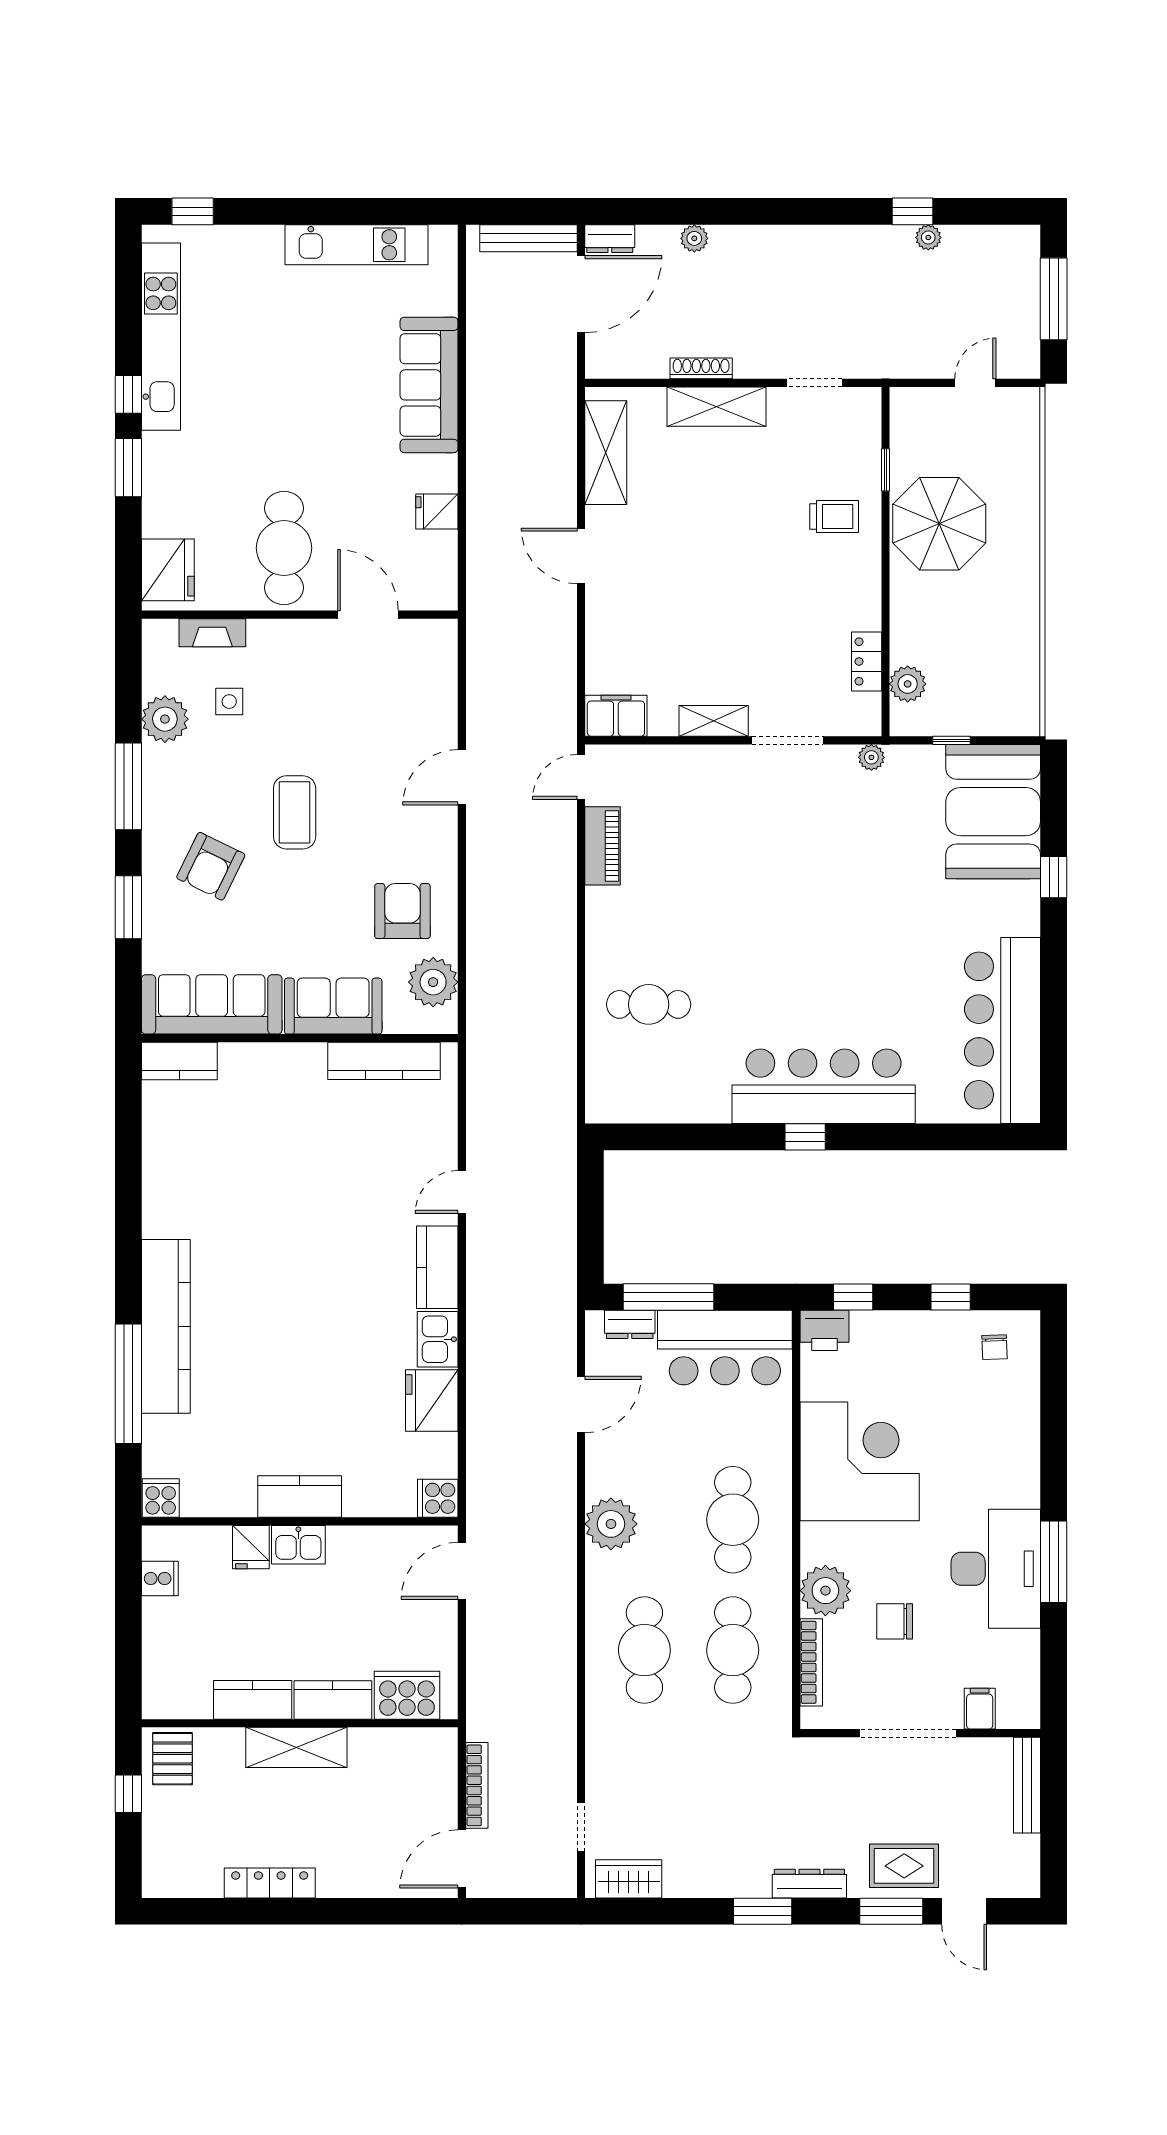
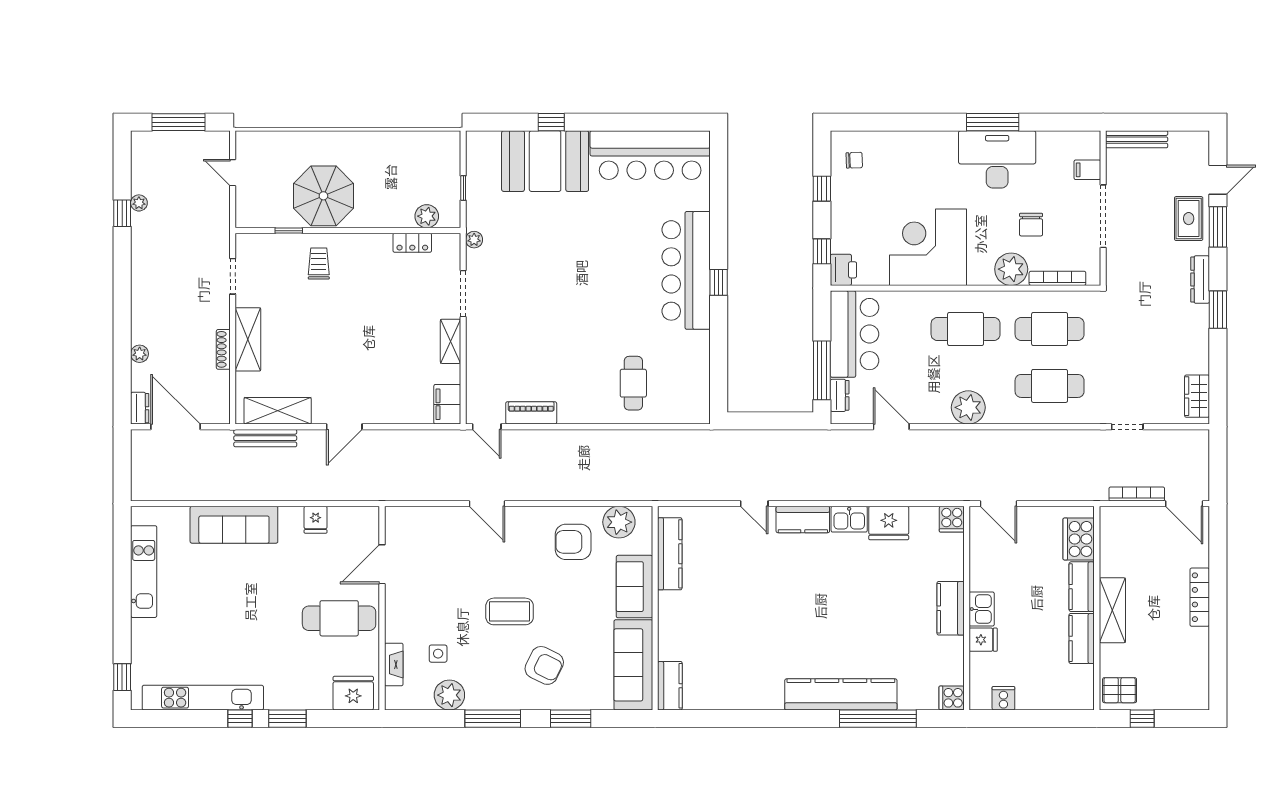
bench: (529, 238) -> (265, 438), moved, turned 90
booth: (993, 812) -> (545, 161), moved
doorway: (581, 1827) -> (1127, 427), moved
locker: (270, 1883) -> (1200, 597), moved

